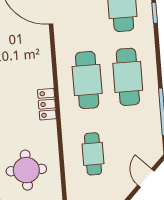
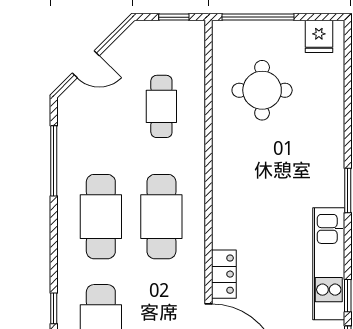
locker: (47, 104) -> (224, 274), moved
door: (146, 178) -> (86, 64), hinge flipped

